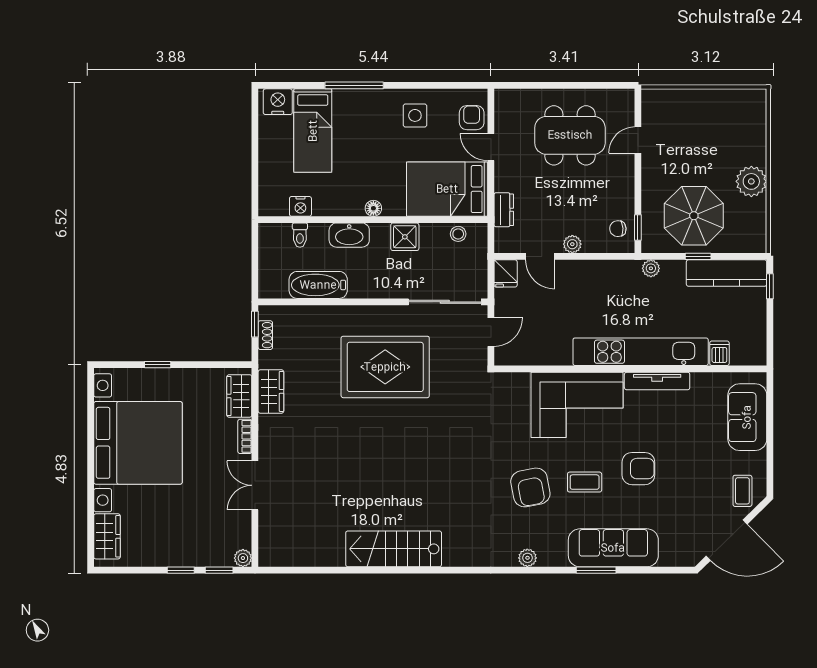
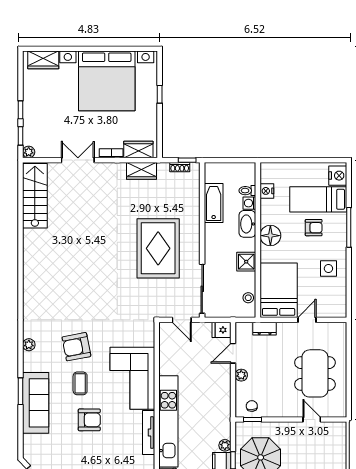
armchair: (472, 118) -> (314, 228), moved
floor lamp: (373, 208) -> (270, 236), width x1.89, depth x1.89
washing machine: (318, 232) -> (249, 203), added
plant: (651, 268) -> (225, 445), moved
armchair: (638, 469) -> (89, 420), turned -90
stairs: (394, 549) -> (35, 196), moved

